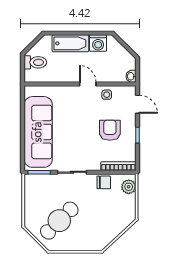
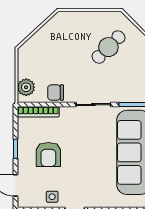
cafe table: (59, 221) -> (108, 47), width x0.73, depth x0.74

